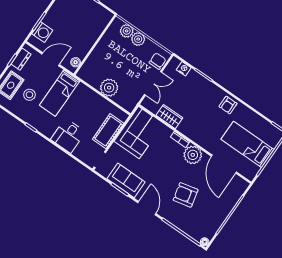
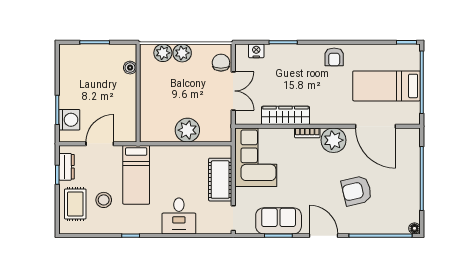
boiler: (76, 62) -> (130, 68), moved
wardrobe: (169, 117) -> (285, 115), width x1.50

